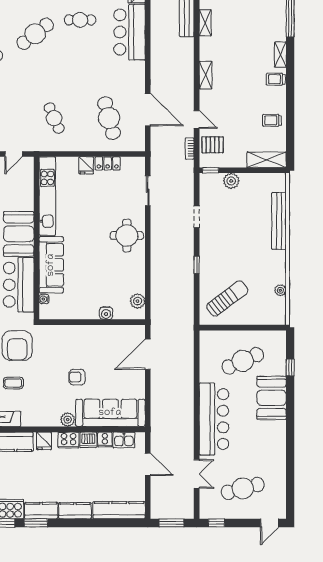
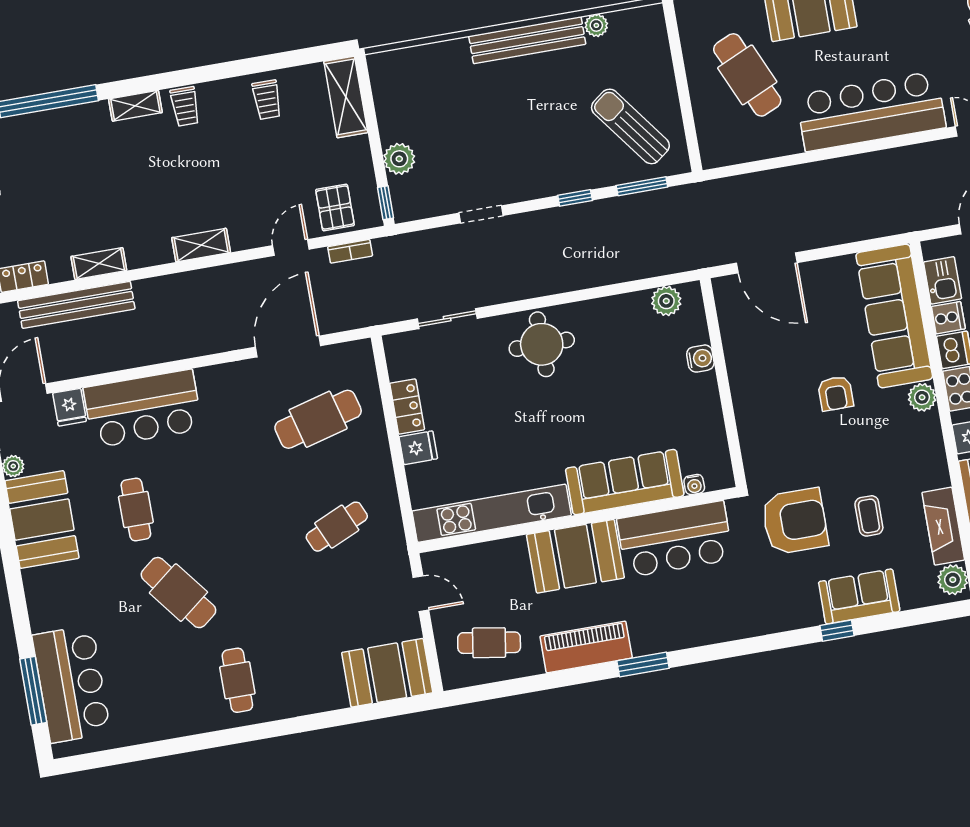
bench: (279, 221) -> (527, 40), moved
window: (197, 299) -> (642, 186), added

